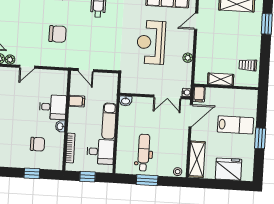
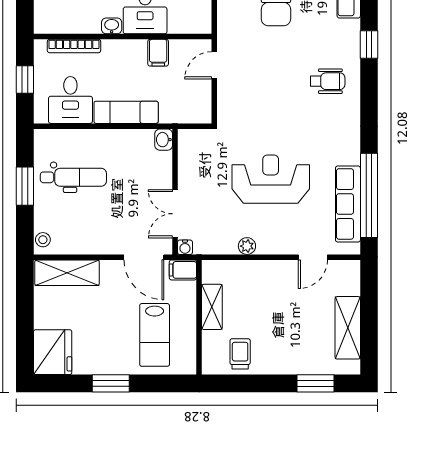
door: (196, 21) -> (313, 257), swing flipped
lab bench: (235, 125) -> (155, 335), moved
fridge: (228, 169) -> (53, 352), moved

